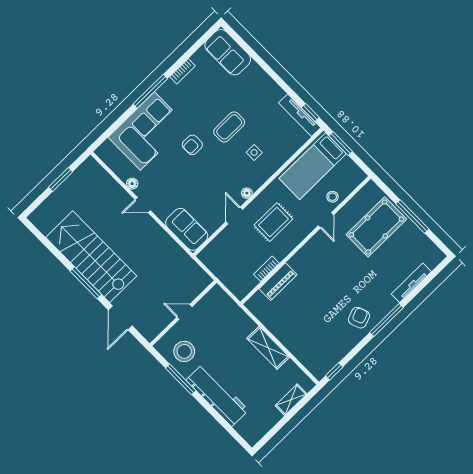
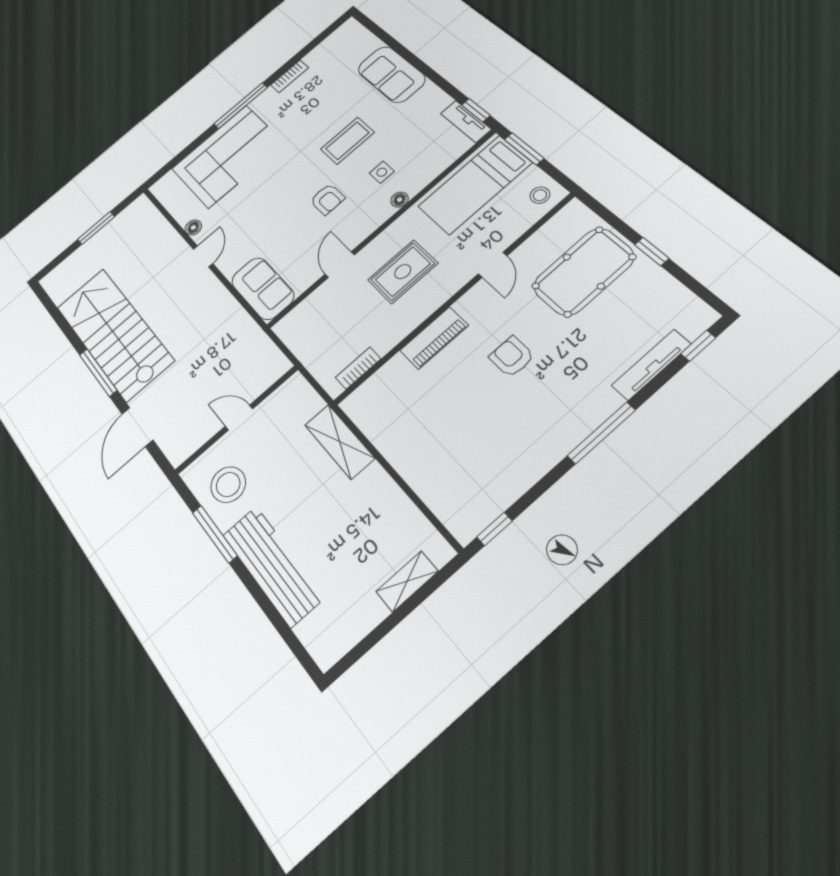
sofa: (228, 52) -> (391, 74), moved
tv unit: (300, 115) -> (466, 121), width x0.71
armchair: (192, 145) -> (327, 199), moved, turned -90
floor lamp: (247, 193) -> (400, 200), moved
stool: (332, 197) -> (540, 195), moved
door: (143, 205) -> (203, 256), swing flipped
window: (412, 216) -> (652, 252), width x0.46
bookcase: (266, 269) -> (358, 368), moved
window: (435, 273) -> (698, 346), added
piano: (278, 282) -> (434, 338), moved
armchair: (359, 318) -> (512, 357), moved, turned -69
shelving: (268, 348) -> (339, 441), moved

